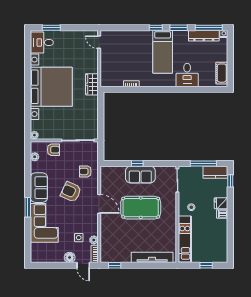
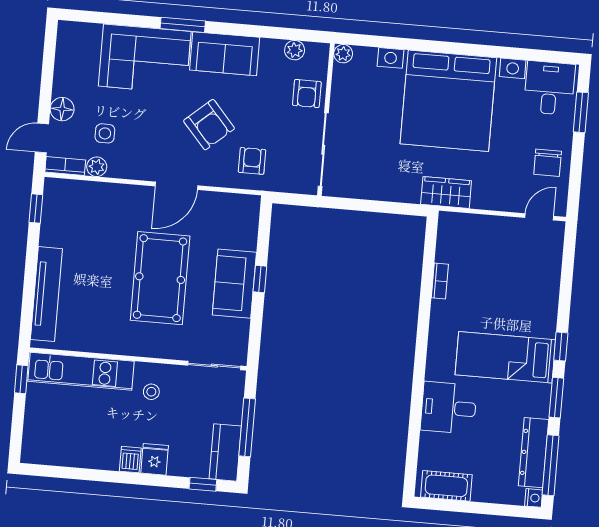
chair: (75, 41) -> (548, 163), added
armchair: (71, 192) -> (209, 125), turned 114
window: (206, 265) -> (21, 379), moved

